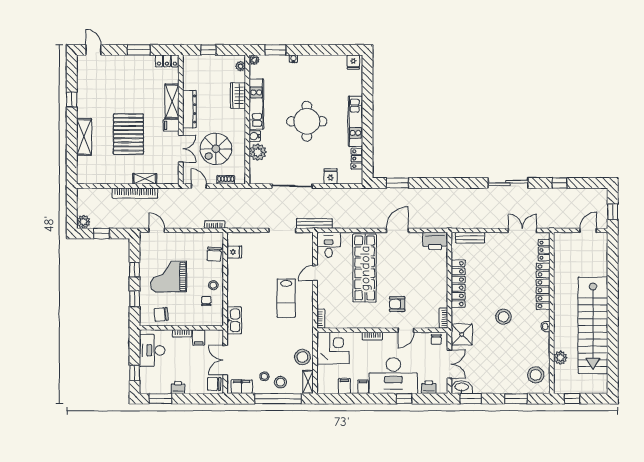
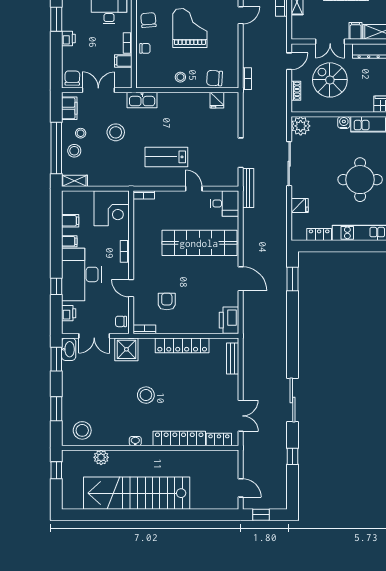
plant: (258, 152) -> (301, 126), moved
chair: (206, 301) -> (145, 48), moved
armchair: (397, 304) -> (167, 301), moved
stool: (302, 357) -> (116, 132), moved

